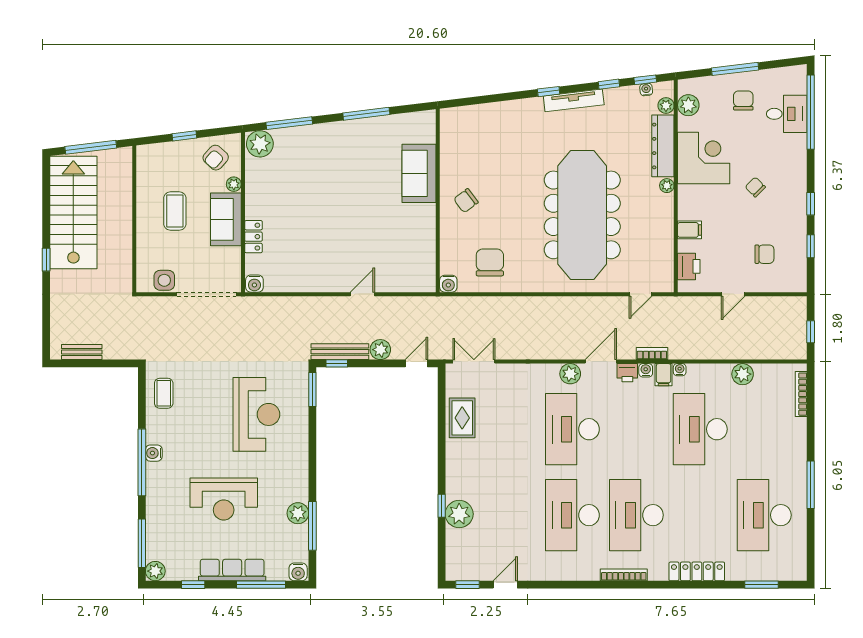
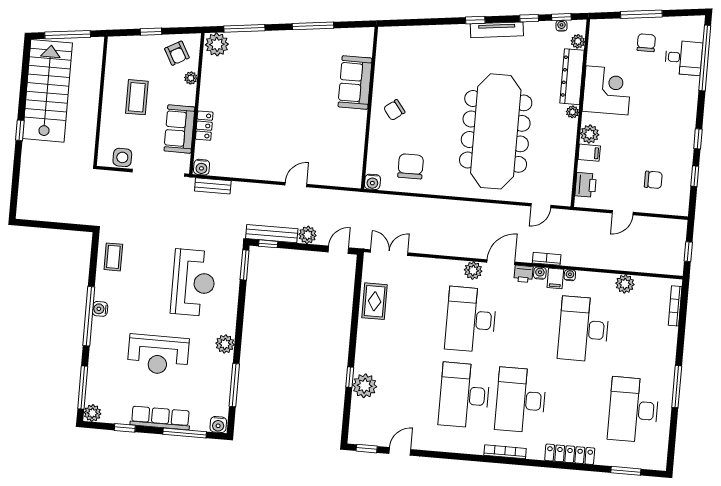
plant: (688, 105) -> (590, 134), moved
armchair: (216, 158) -> (177, 53), turned -71
chair: (755, 187) -> (650, 120), removed
sofa: (226, 219) -> (179, 129), moved
bench: (82, 352) -> (213, 186), moved
plant: (298, 513) -> (225, 344), moved

